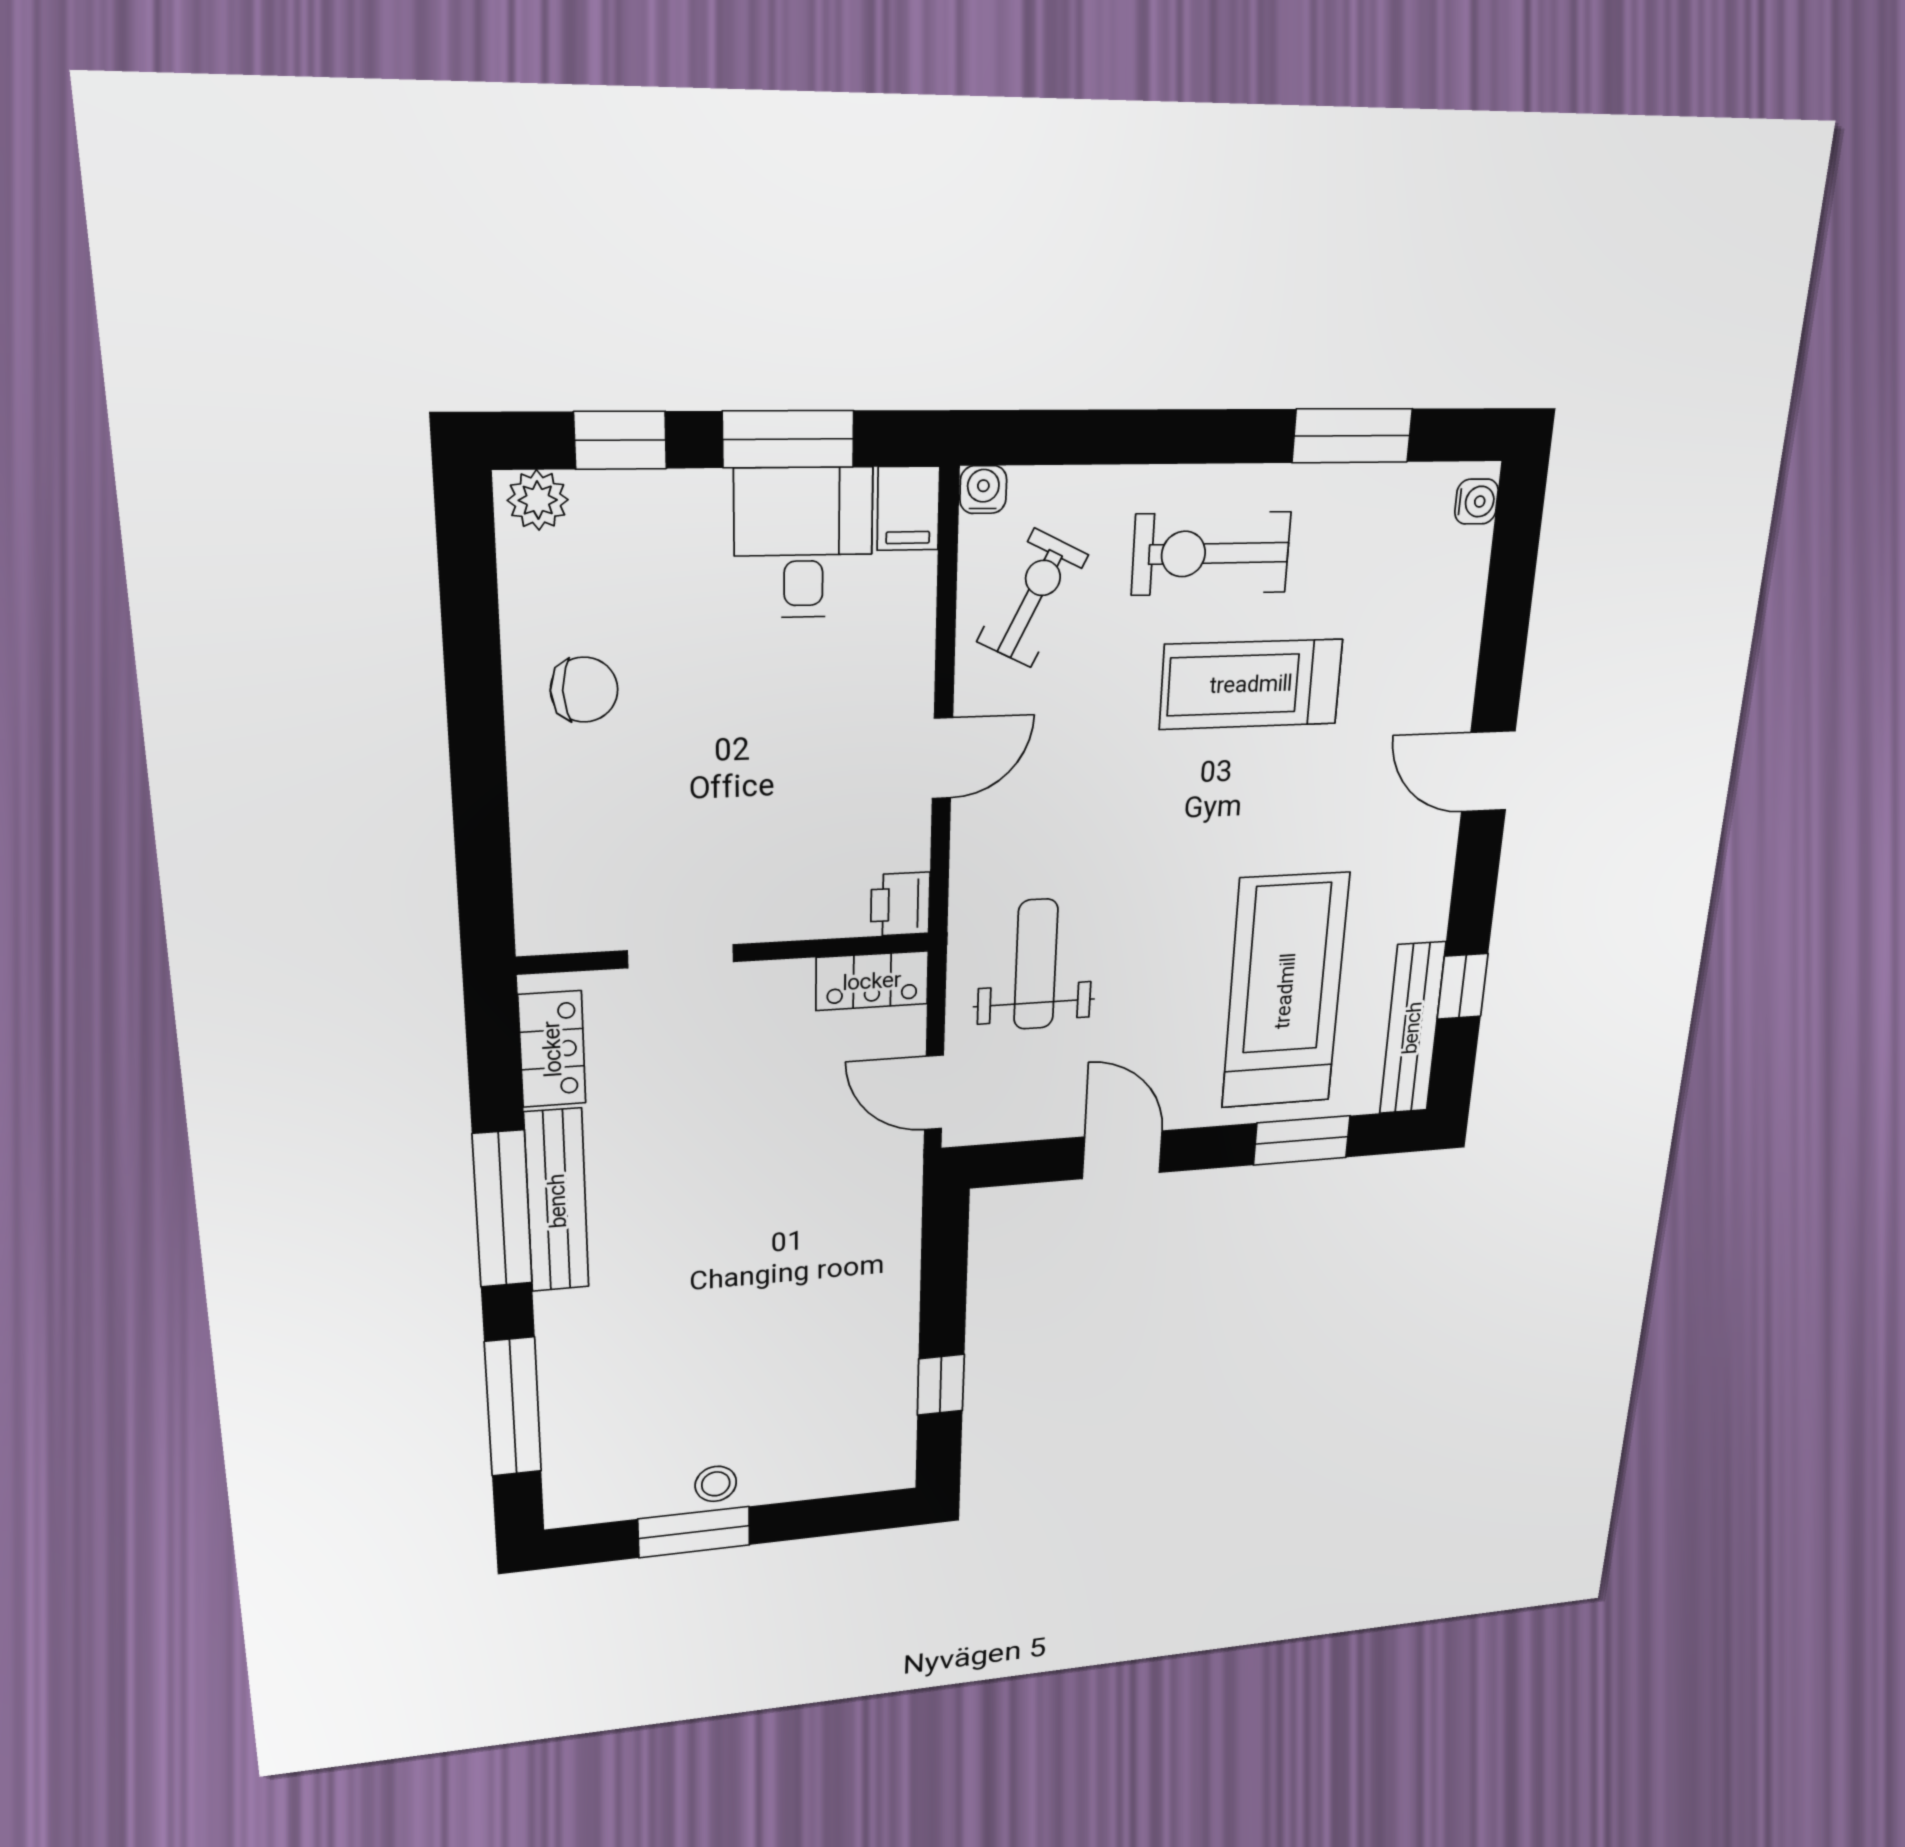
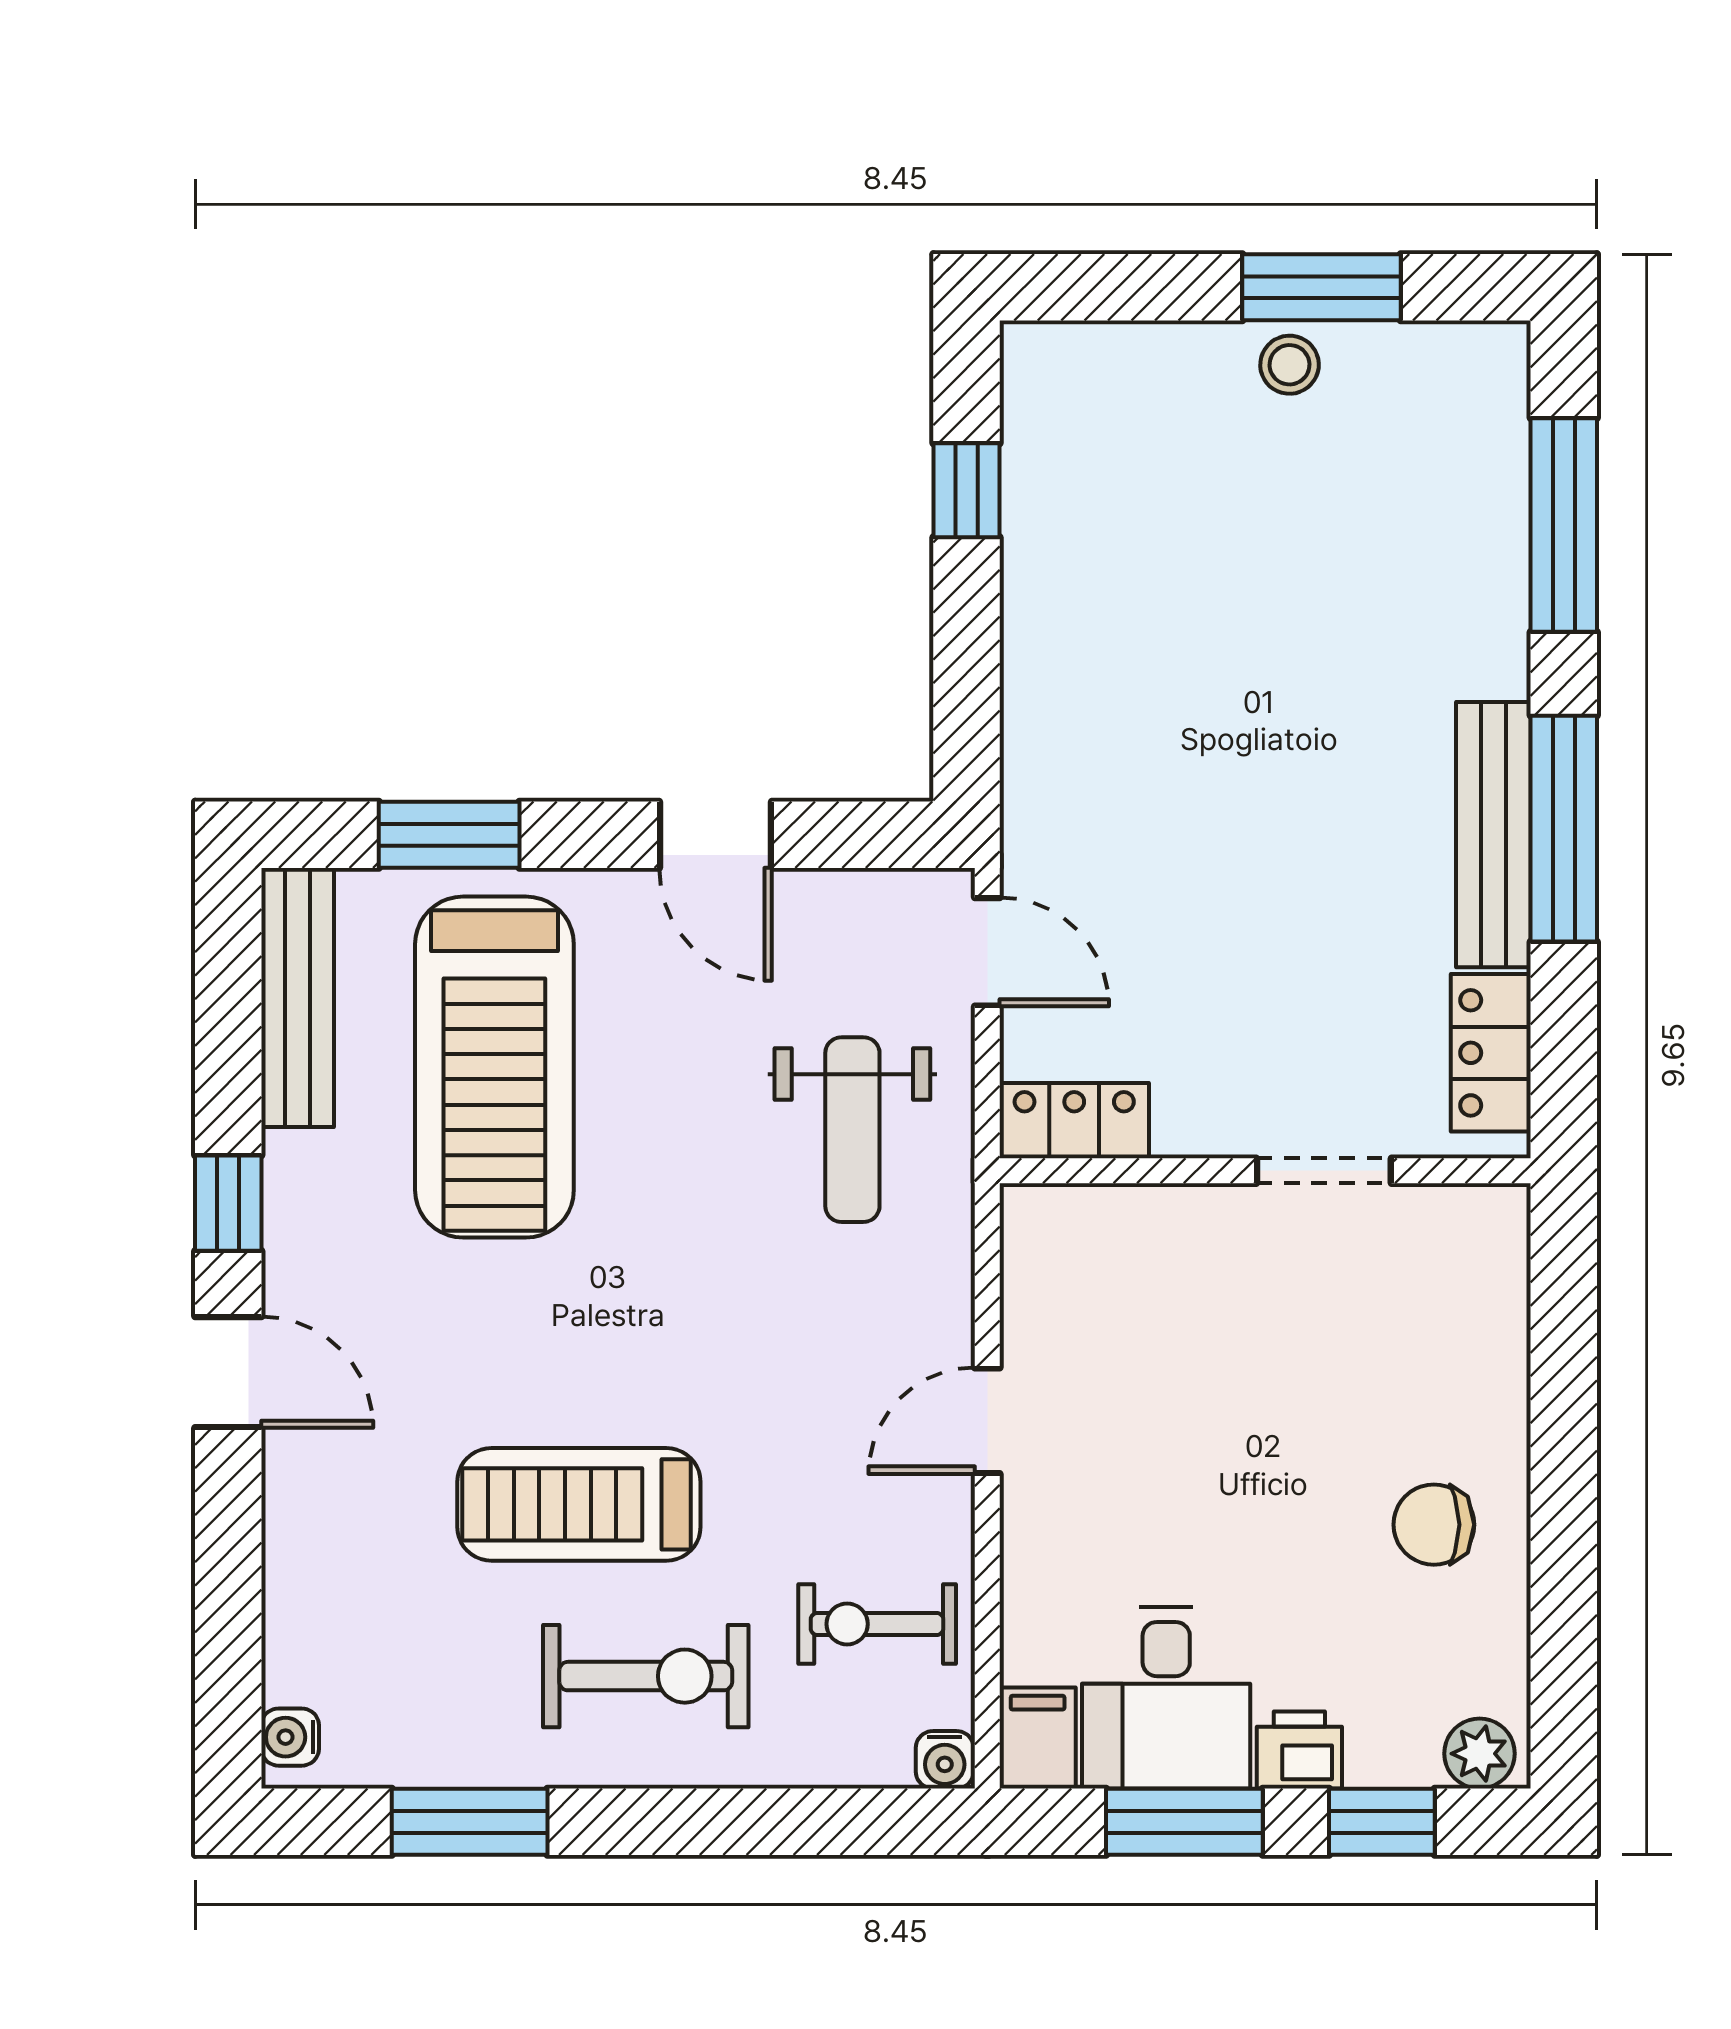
exercise bike: (1033, 598) -> (877, 1624), turned 64
treadmill: (1251, 684) -> (579, 1504), turned 180
printer: (900, 904) -> (1299, 1750), moved, turned -90
window: (1463, 986) -> (228, 1203), moved

